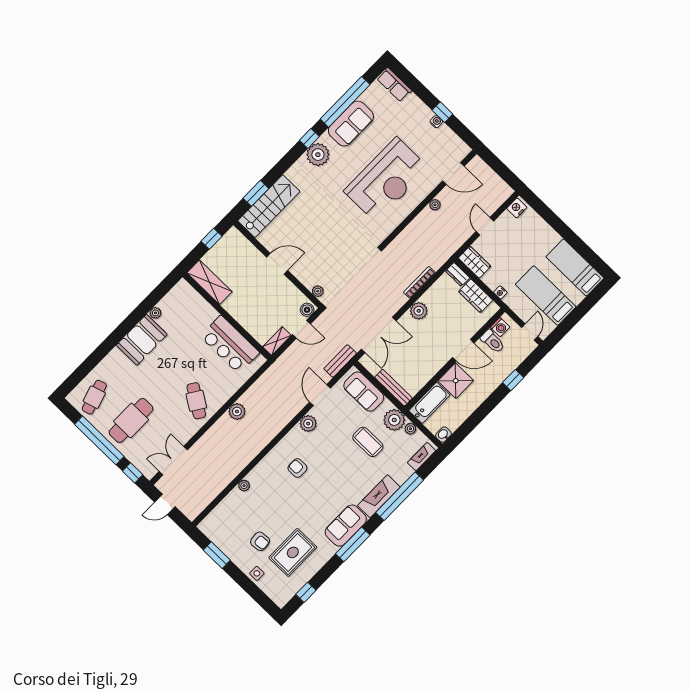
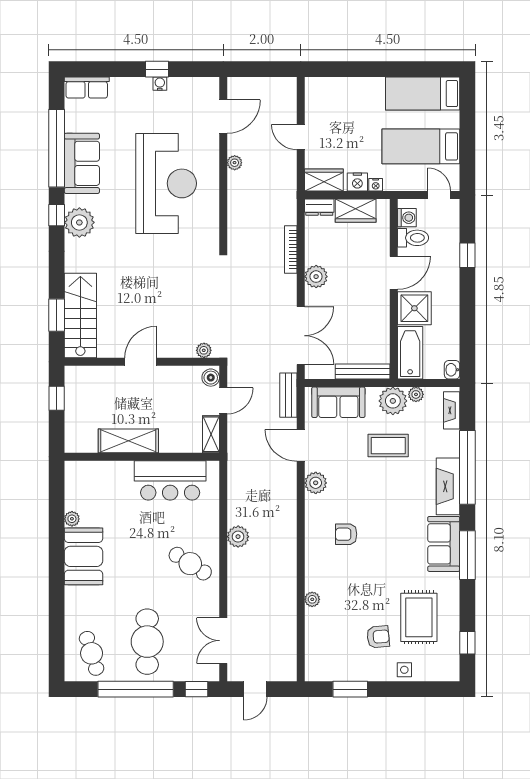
nightstand: (517, 208) -> (357, 182), moved, turned -90
shelving: (210, 282) -> (128, 441), moved

